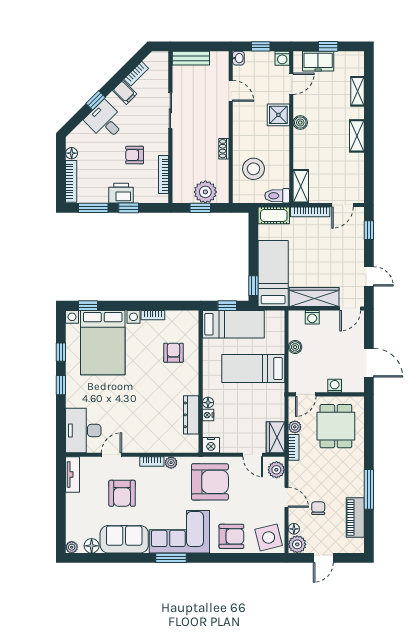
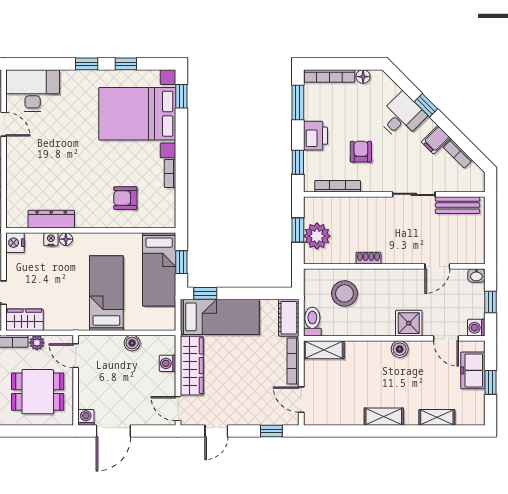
bench: (191, 58) -> (458, 205), moved, turned 90
window: (129, 208) -> (298, 162), moved
armchair: (173, 353) -> (125, 198), turned 180
washing machine: (335, 386) -> (86, 417), moved, turned -90

